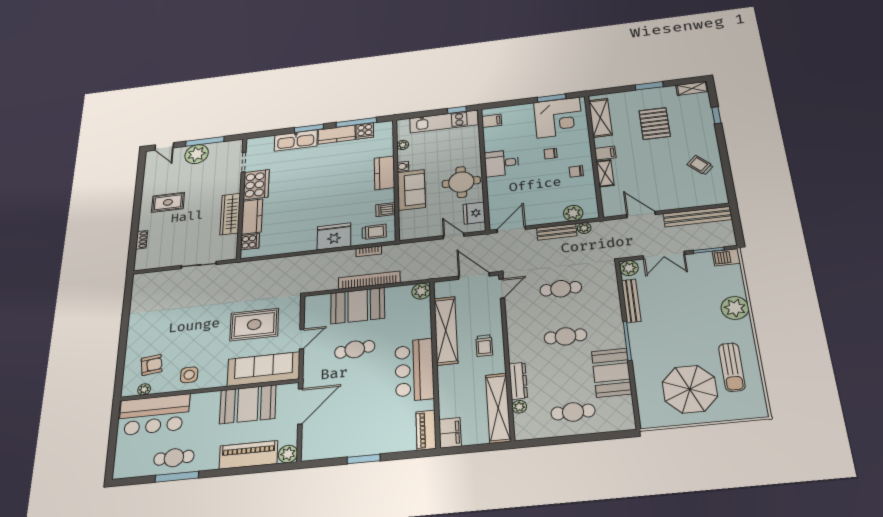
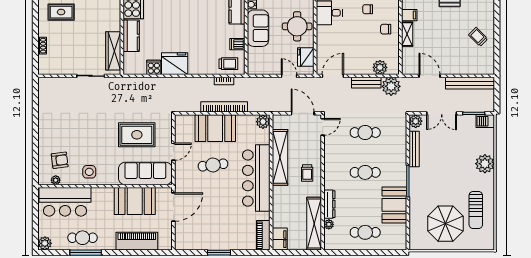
wardrobe: (230, 214) -> (113, 51), moved
plant: (584, 228) -> (391, 86), width x1.88, depth x1.88
fridge: (334, 236) -> (175, 64), moved
cooker: (250, 242) -> (154, 67), moved, turned -90
bar counter: (414, 370) -> (256, 178), width x1.36
plant: (288, 454) -> (45, 243), moved

